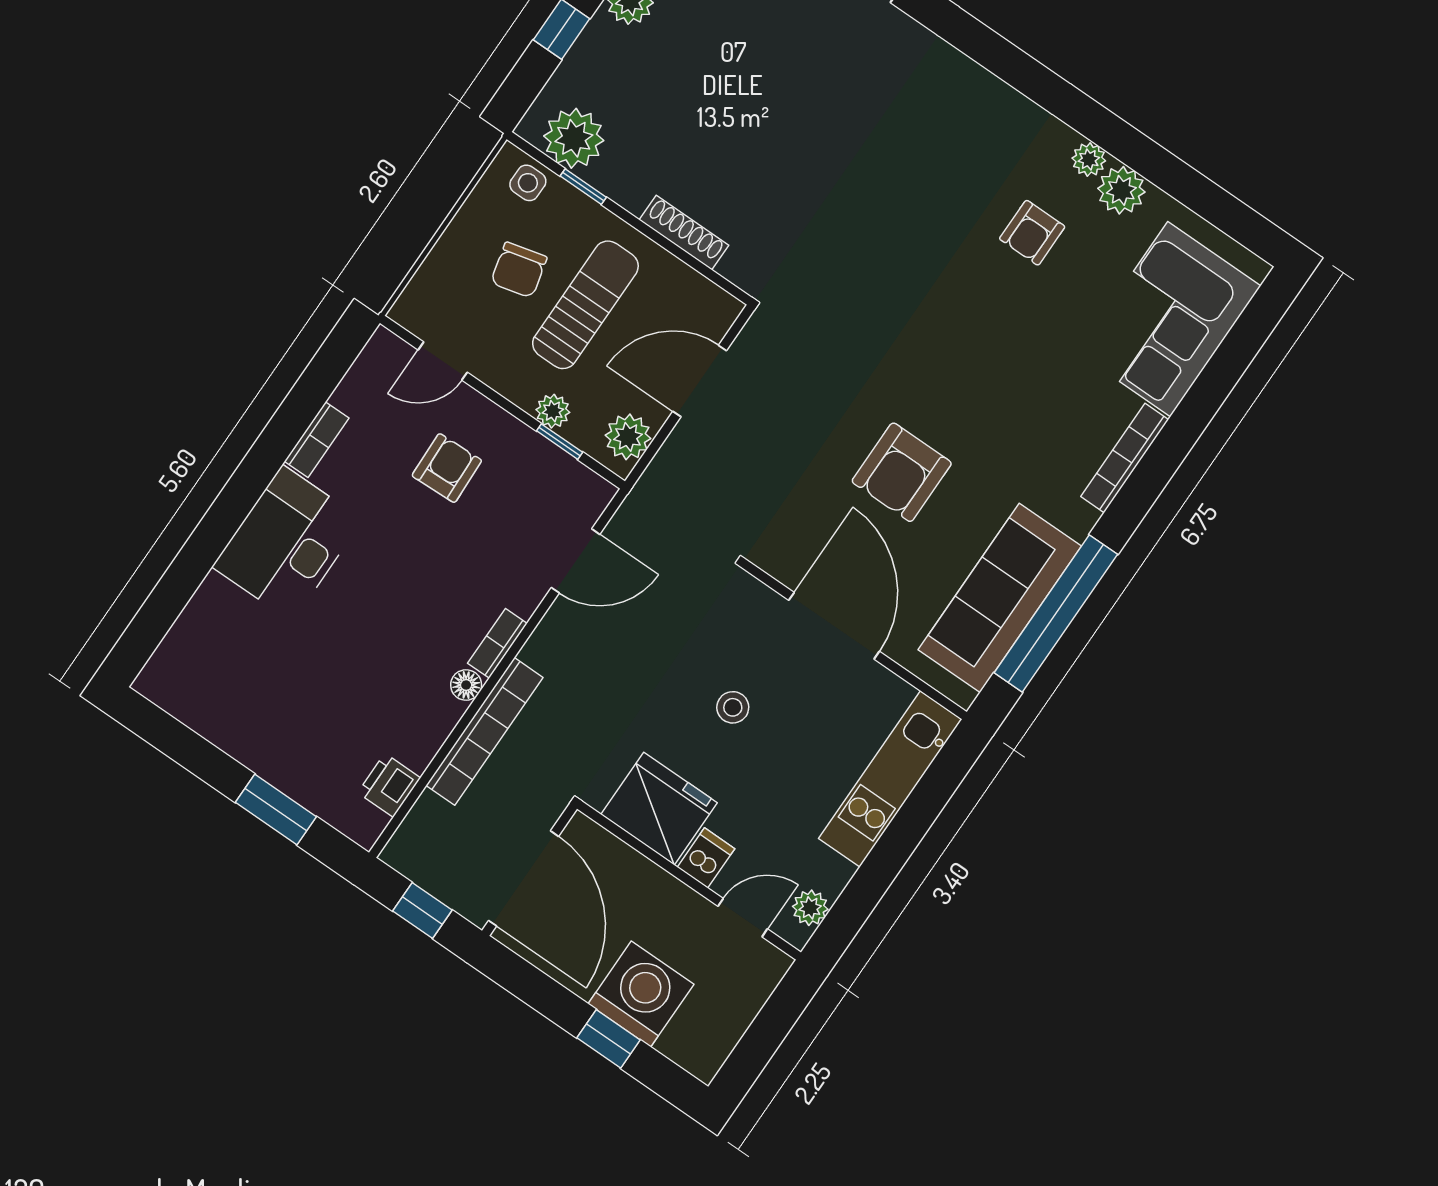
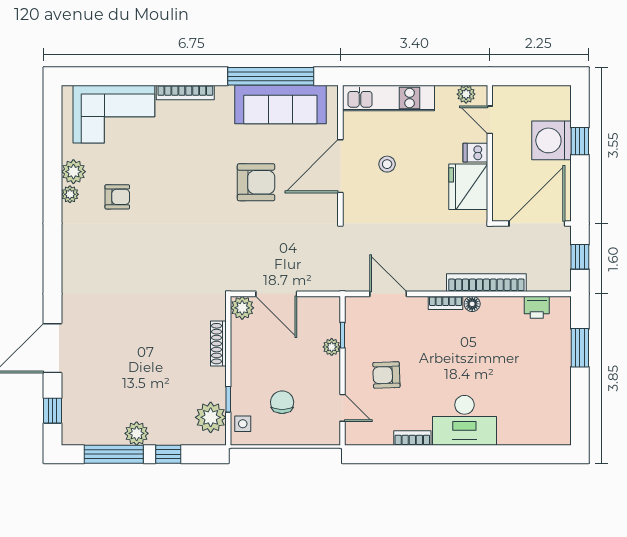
chair: (519, 270) -> (282, 402), turned -76
sun lounger: (585, 305) -> (277, 364), removed
plant: (628, 437) -> (242, 308), moved
stool: (733, 707) -> (387, 164), moved

